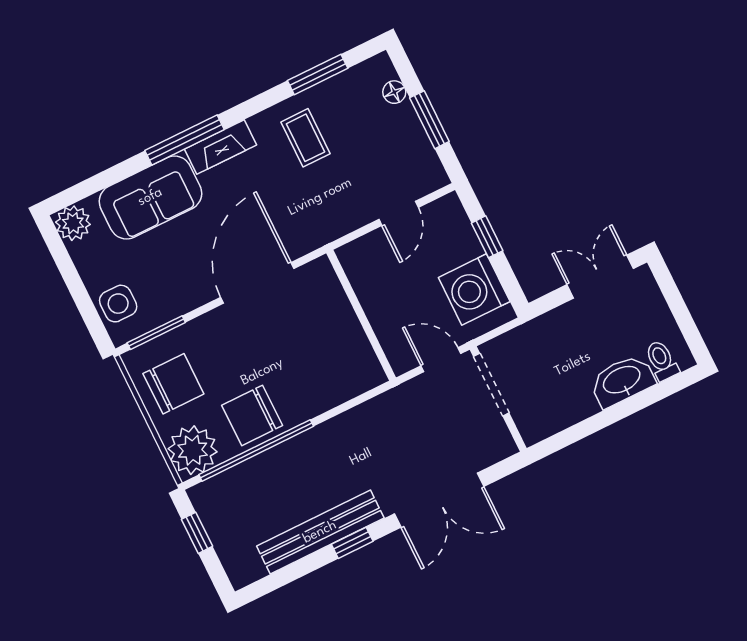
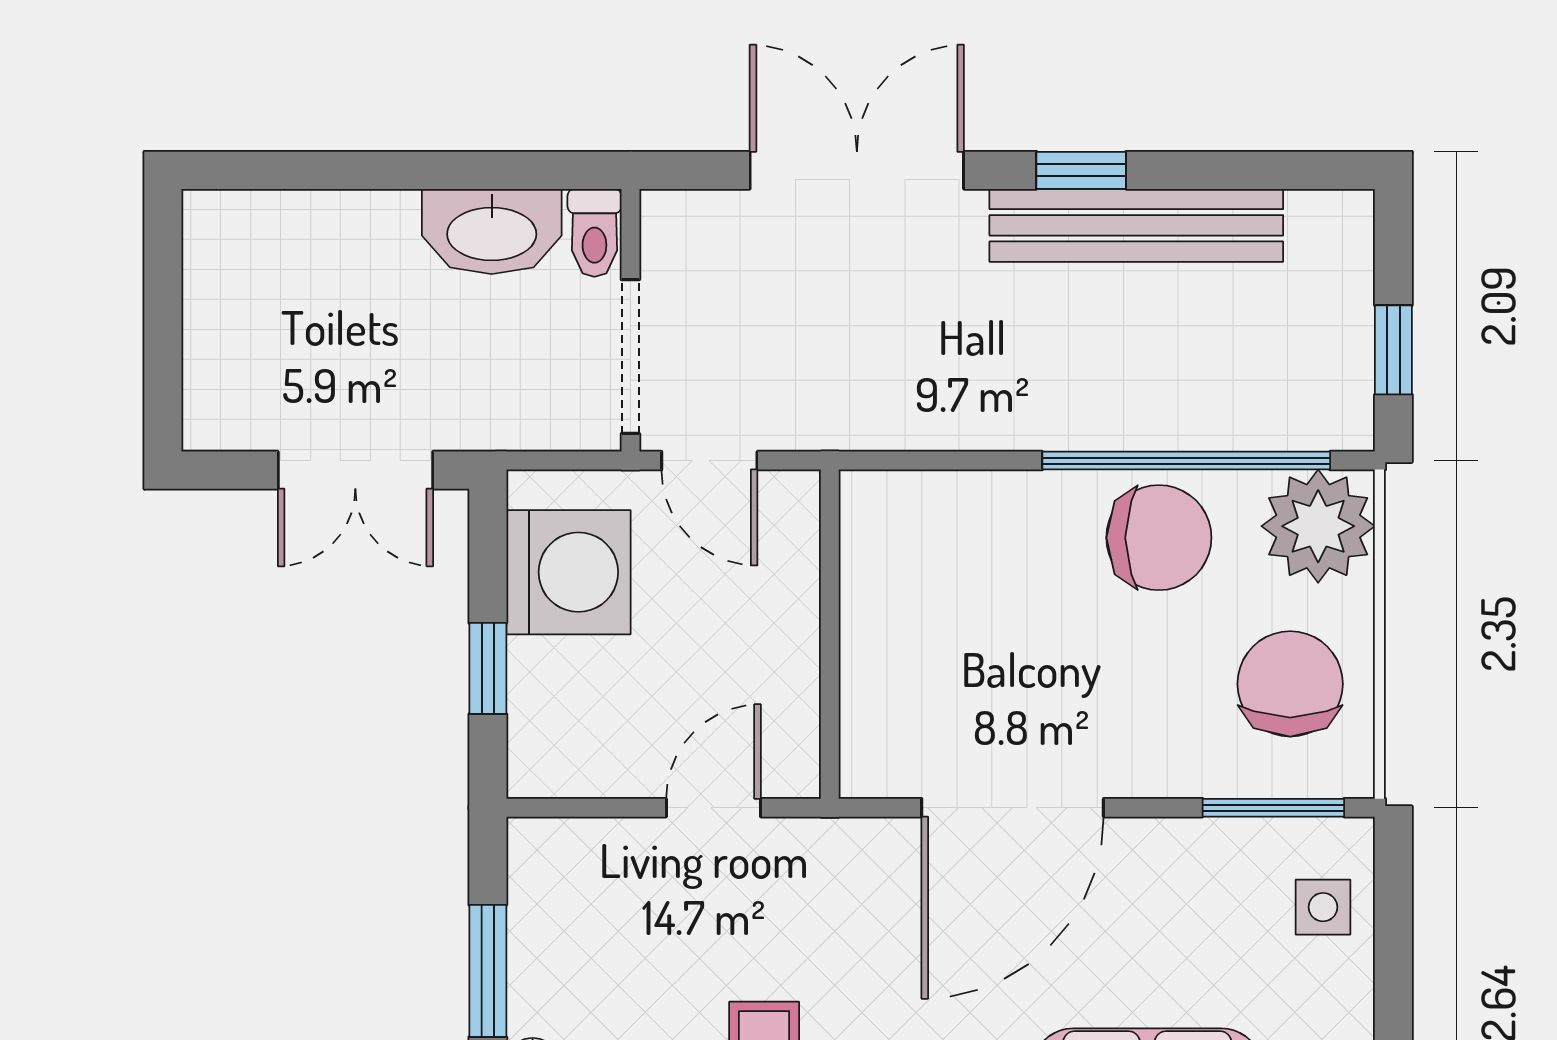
door: (399, 213) -> (713, 808), moved
double door: (600, 277) -> (355, 470), moved
side table: (118, 304) -> (1323, 907), width x0.73, depth x0.73
toilet: (662, 361) -> (594, 233), moved
washbasin: (622, 381) -> (492, 231), moved
chair: (173, 384) -> (1290, 684), turned 90

